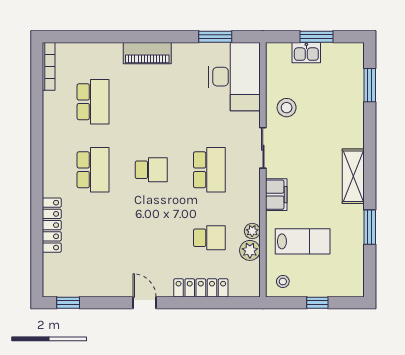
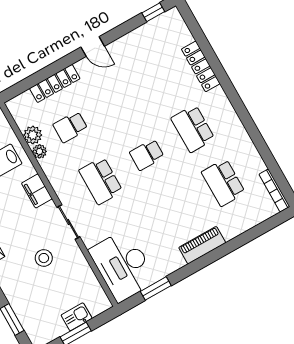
stool: (287, 108) -> (44, 258), moved

